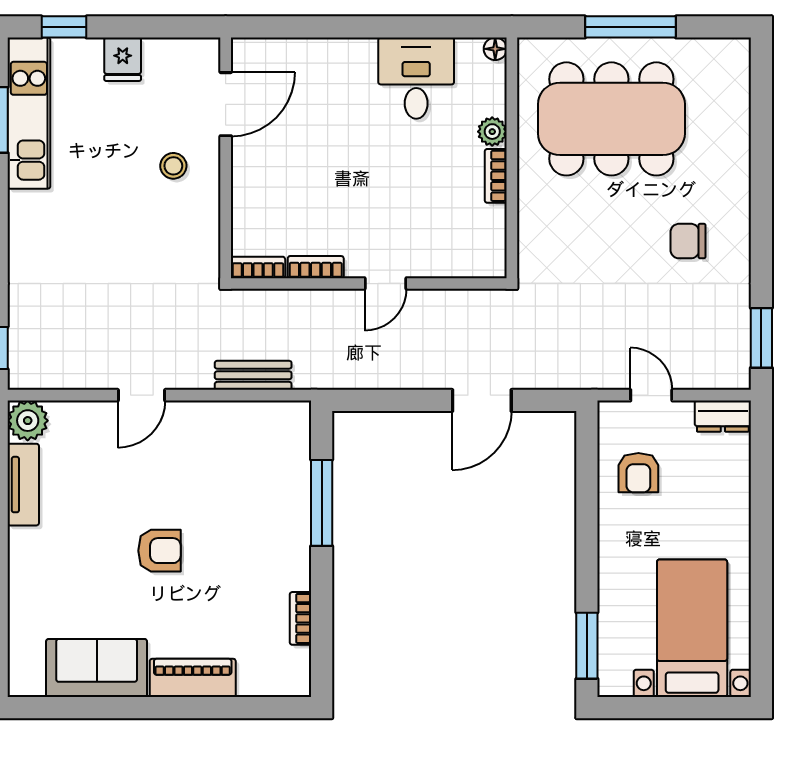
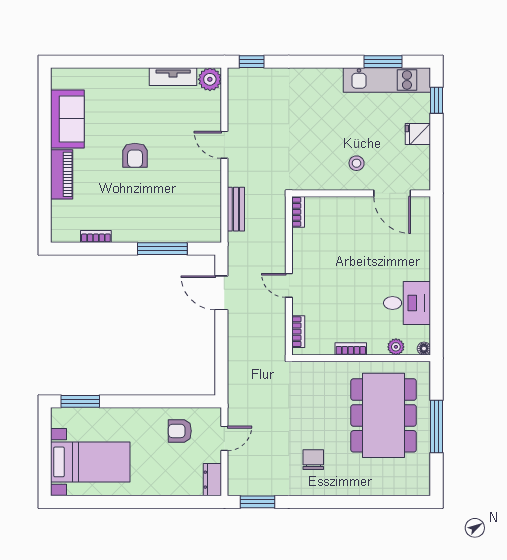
plant: (492, 132) -> (396, 347), moved
bookcase: (316, 267) -> (298, 332), moved
door: (482, 400) -> (221, 293), moved

